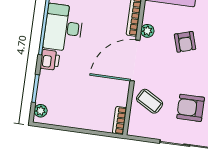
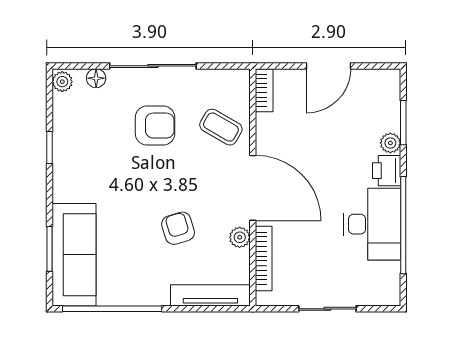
door: (135, 61) -> (253, 188), hinge flipped
plant: (41, 111) -> (390, 143), moved
door: (77, 130) -> (328, 66), added

